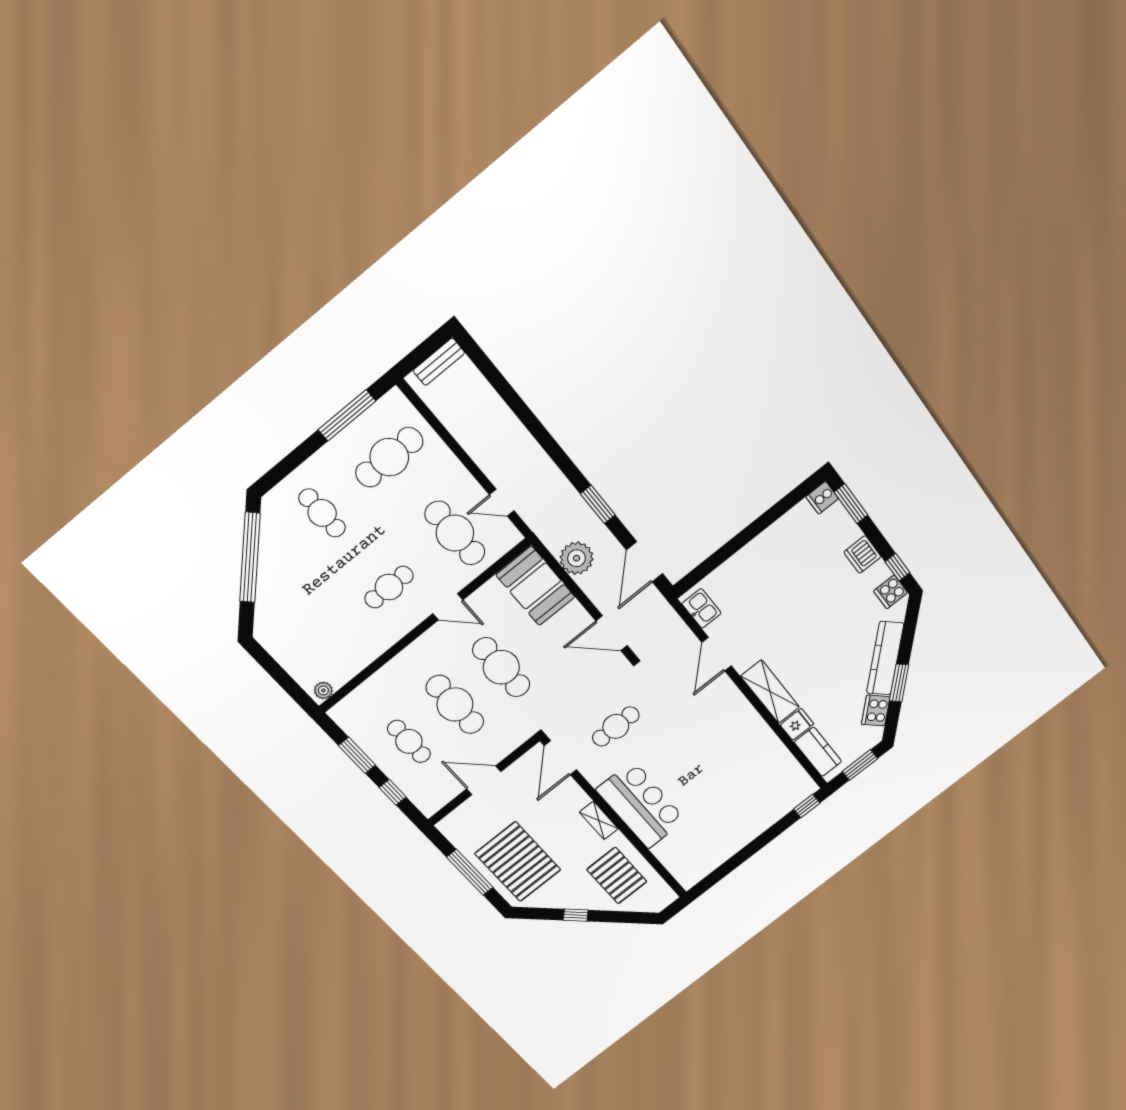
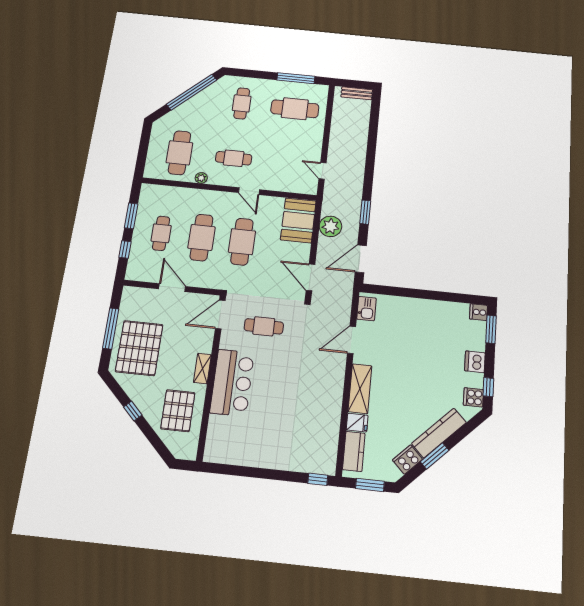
cafe table: (455, 533) -> (179, 153), moved
plant: (323, 690) -> (201, 178), moved

